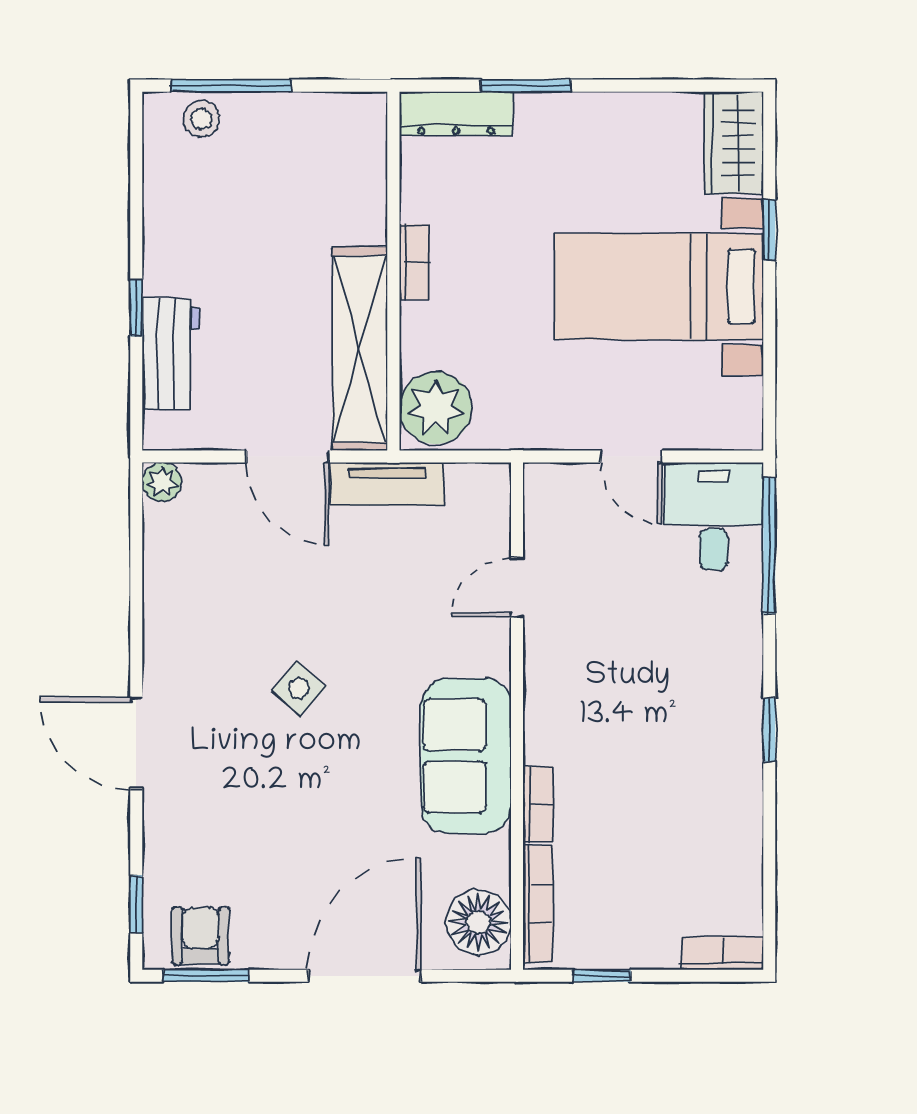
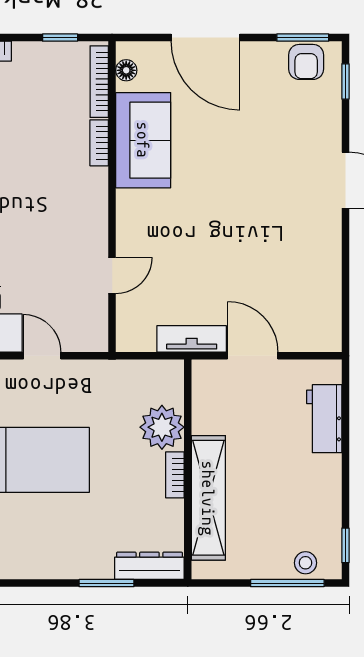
window: (136, 308) -> (345, 545), moved
shelving: (360, 349) -> (208, 498), moved
plant: (436, 408) -> (162, 427), moved
plant: (162, 482) -> (330, 340), removed
side table: (299, 688) -> (246, 214), removed
sofa: (466, 756) -> (143, 140), moved
floor lamp: (479, 922) -> (126, 70), width x0.53, depth x0.53
door: (365, 976) -> (206, 38), hinge flipped

